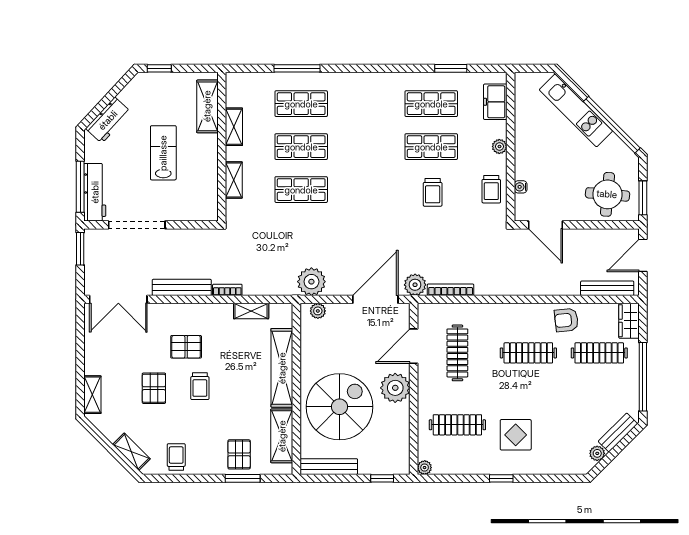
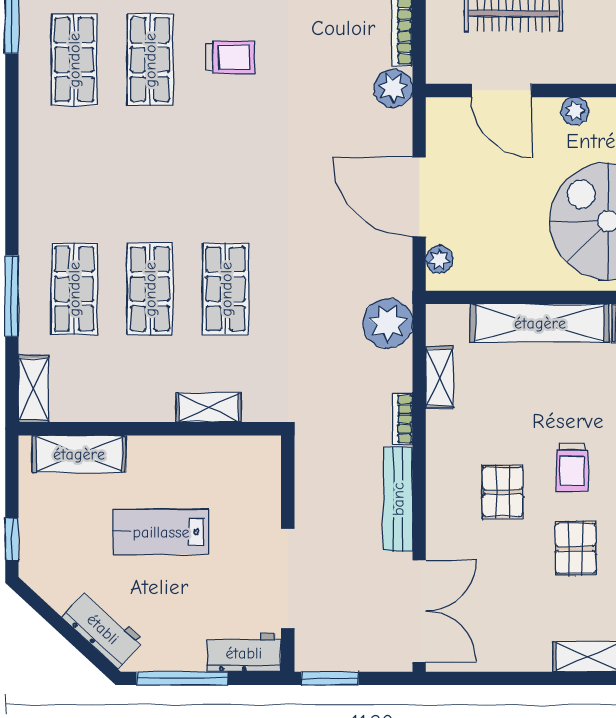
shelving: (234, 127) -> (33, 389), moved, turned 90
window: (80, 187) -> (182, 678), moved
workbench: (95, 192) -> (244, 653), width x0.73
plant: (311, 282) -> (388, 323), moved
door: (375, 299) -> (419, 197), moved
trolley: (200, 386) -> (572, 467), turned 90
pallet: (154, 388) -> (576, 548), turned 90
plant: (395, 388) -> (575, 111), width x0.53, depth x0.53

